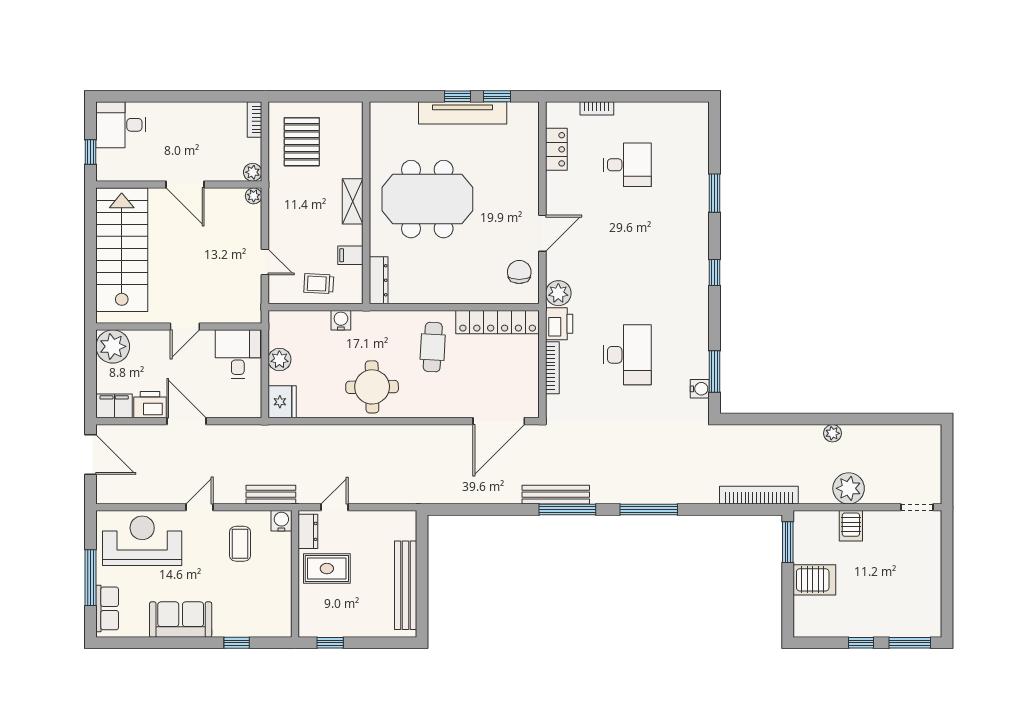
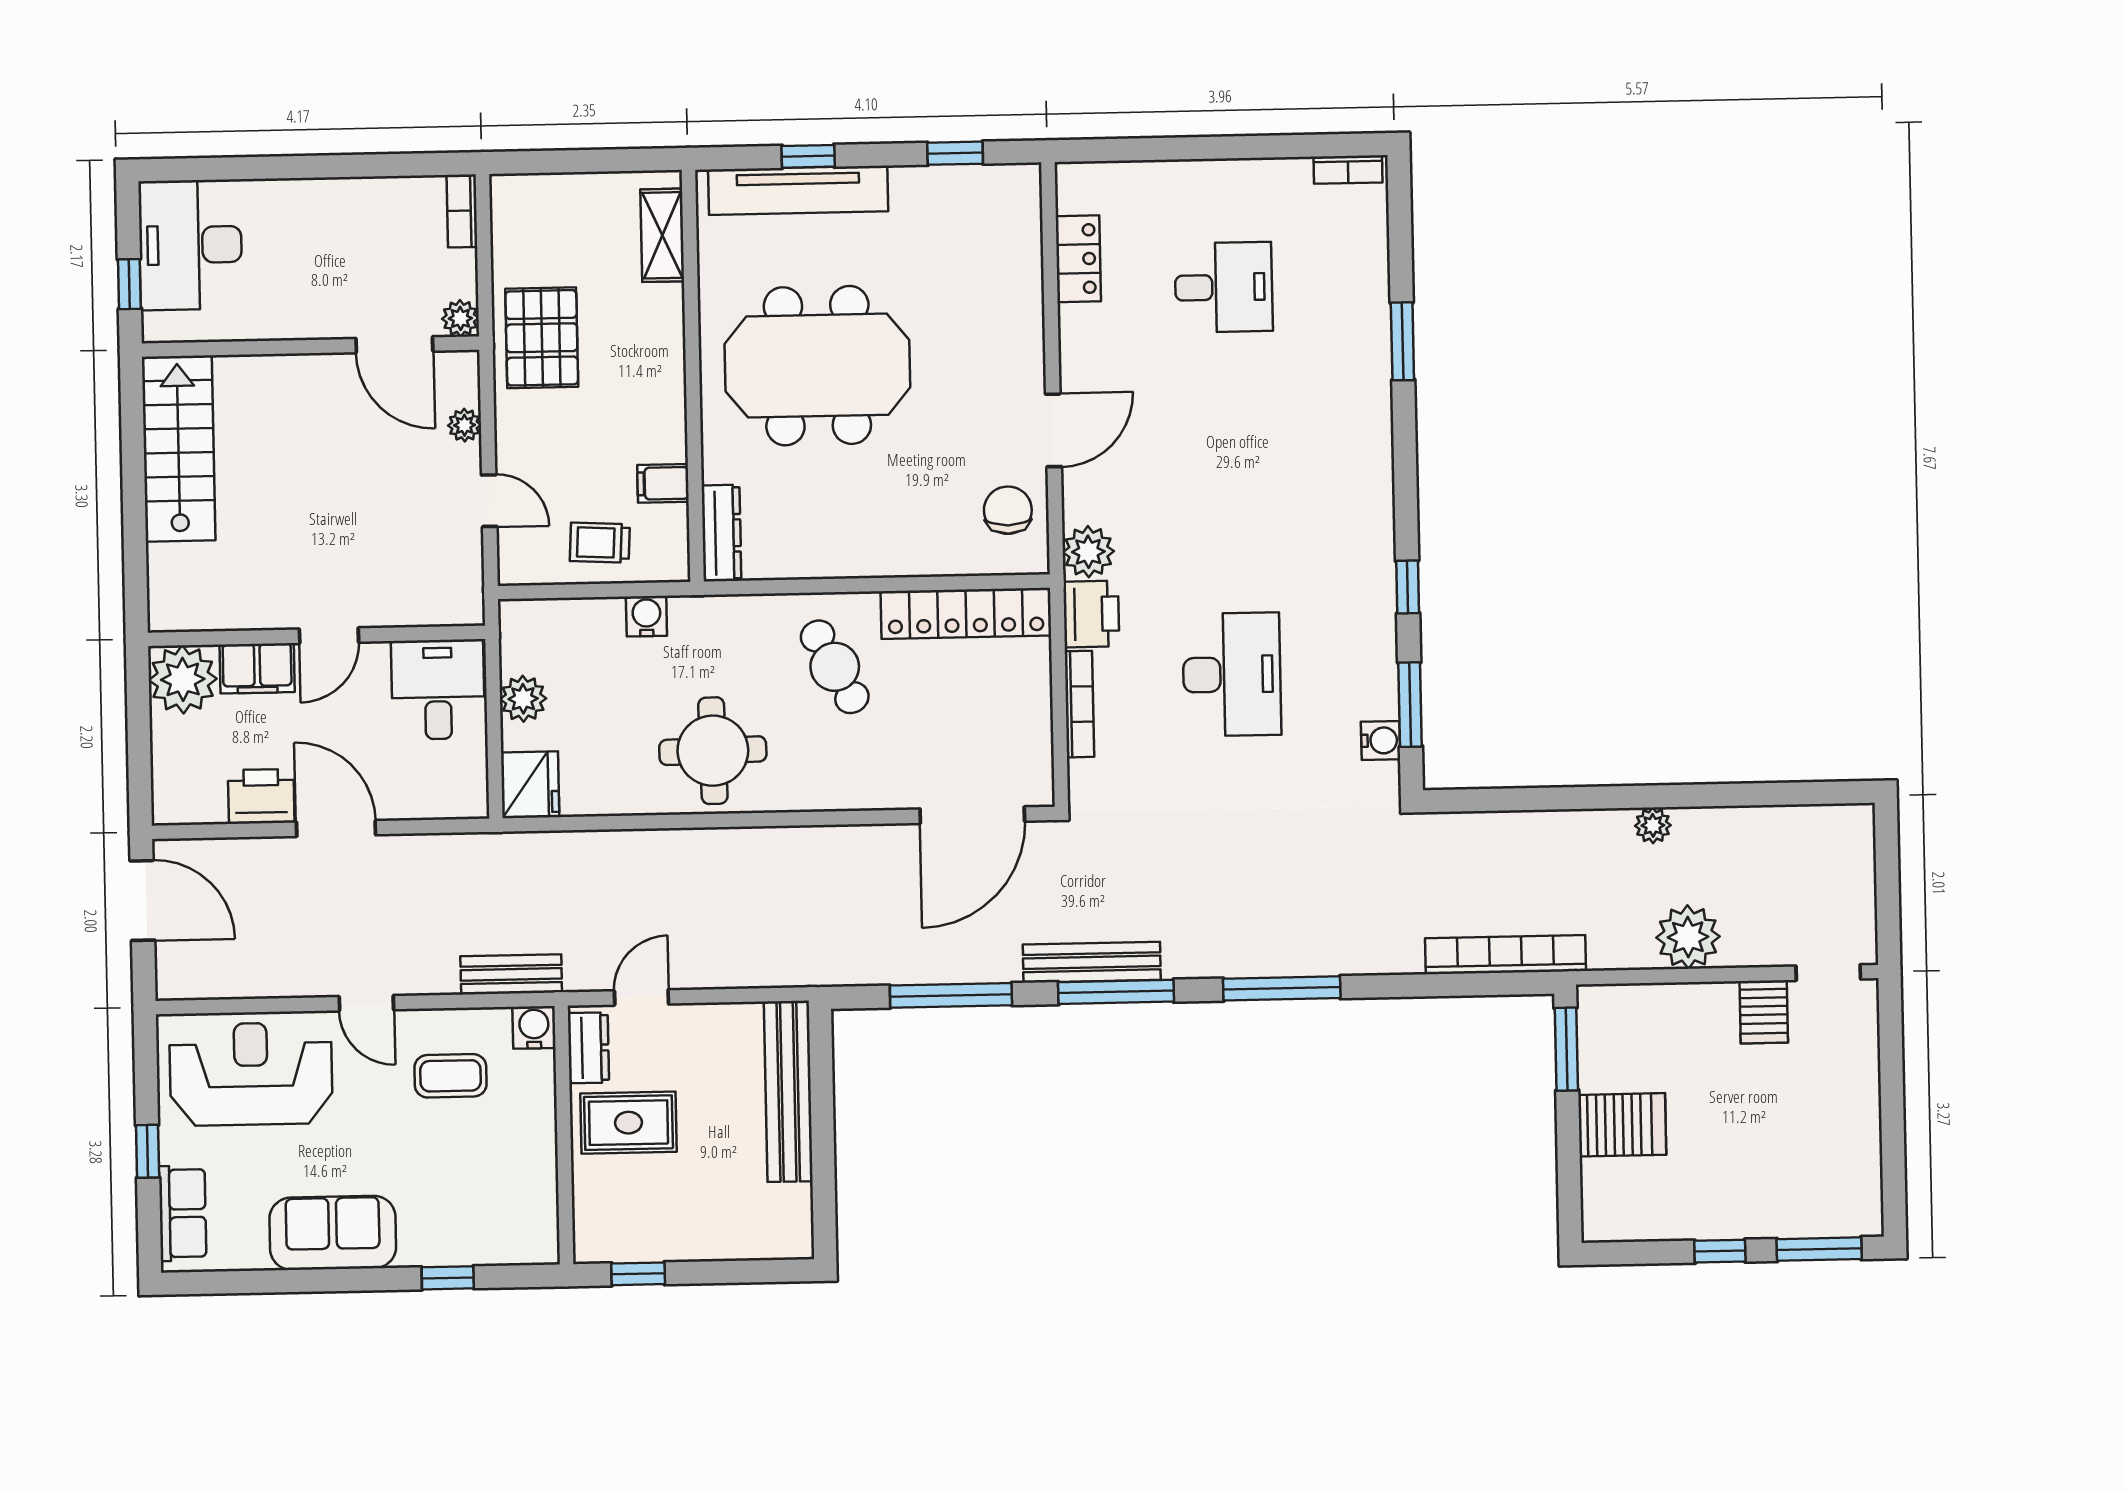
window: (457, 96) -> (808, 156), moved
bookcase: (597, 108) -> (1348, 170), moved
tv unit: (463, 113) -> (798, 190), moved
desk: (121, 125) -> (190, 245), width x1.37
pallet: (302, 142) -> (542, 338), moved
door: (185, 185) -> (394, 345), moved
plant: (254, 196) -> (464, 425), moved
shelving: (353, 201) -> (662, 235), moved
stairs: (122, 250) -> (179, 449), width x0.73, depth x0.66
window: (715, 273) -> (1408, 587), moved
cafe table: (433, 347) -> (835, 667), turned -31
filing cabinet: (114, 406) -> (257, 668), moved, turned 180
door: (199, 507) -> (366, 1003), swing flipped
window: (486, 509) -> (951, 995), added
server rack: (851, 526) -> (1764, 1012), moved
coffee table: (240, 544) -> (451, 1076), turned 90
window: (91, 578) -> (148, 1151), width x0.46
bench: (406, 585) -> (788, 1091), moved

